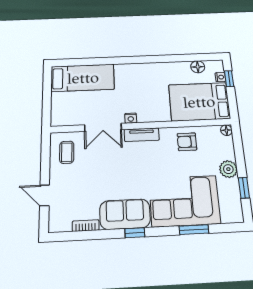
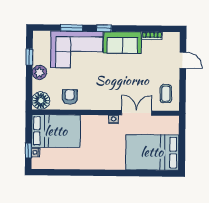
floor lamp: (198, 67) -> (54, 163), removed
bed: (83, 78) -> (152, 152), width x1.50
floor lamp: (226, 130) -> (41, 101), width x1.89, depth x1.89
tv unit: (142, 135) -> (106, 105), removed
armchair: (187, 142) -> (70, 97), turned -90
window: (135, 233) -> (104, 28), moved

